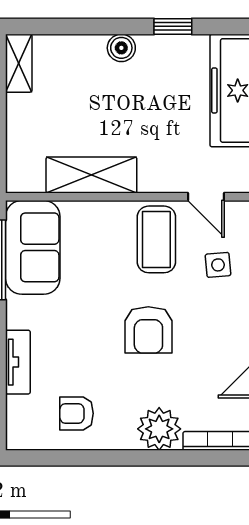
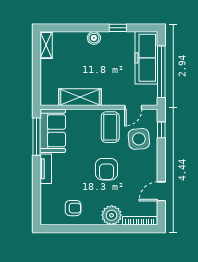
door: (206, 197) -> (133, 107), hinge flipped
side table: (218, 265) -> (139, 139), width x1.87, depth x1.87
tv unit: (18, 362) -> (46, 169), moved
armchair: (77, 413) -> (73, 208), turned 180

